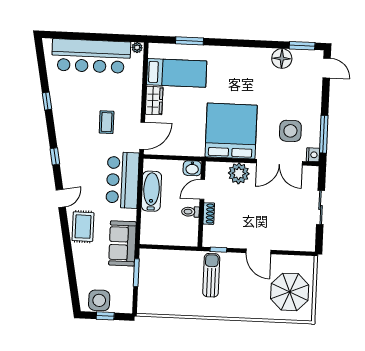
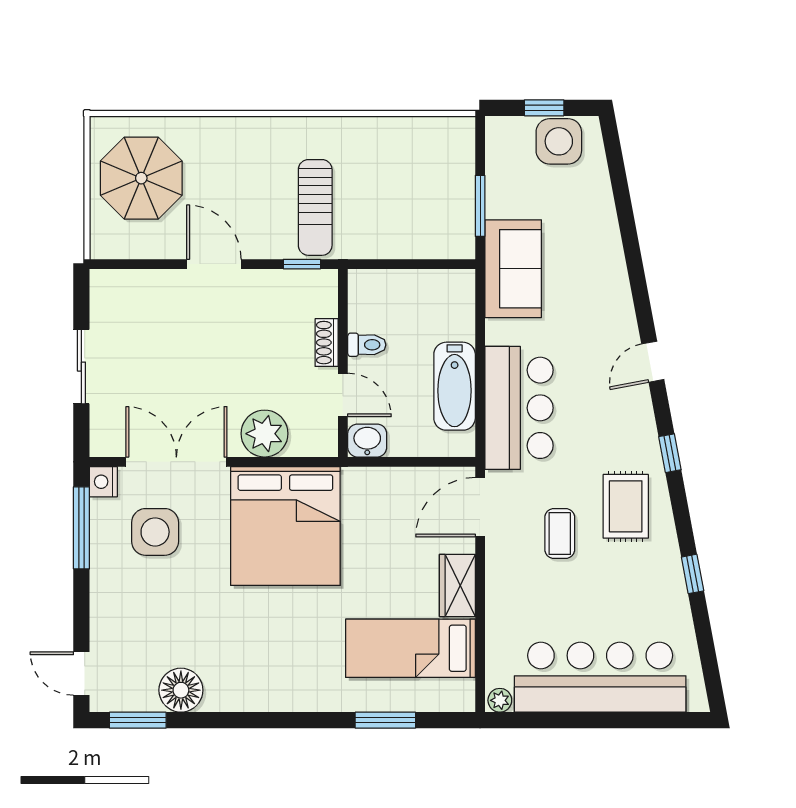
door: (202, 189) -> (343, 395), hinge flipped
rug: (83, 227) -> (626, 506), moved

